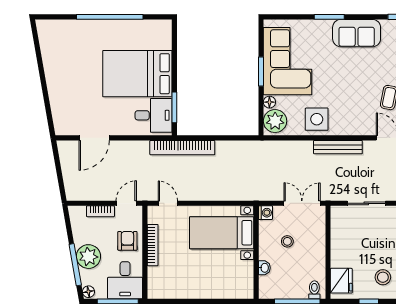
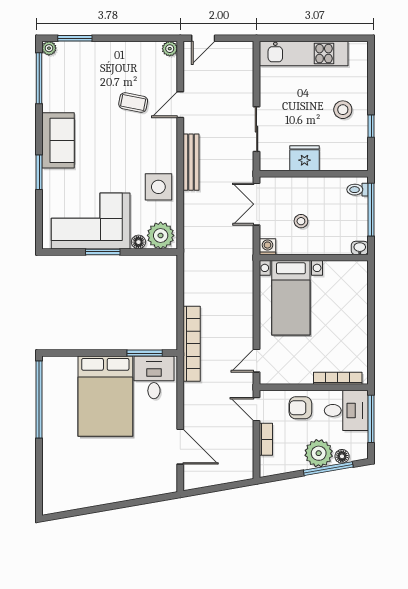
window: (110, 17) -> (39, 400), moved
bookcase: (153, 245) -> (338, 378), moved
washbasin: (264, 268) -> (360, 248), moved
fridge: (341, 281) -> (304, 158), moved
floor lamp: (88, 292) -> (342, 456), moved

